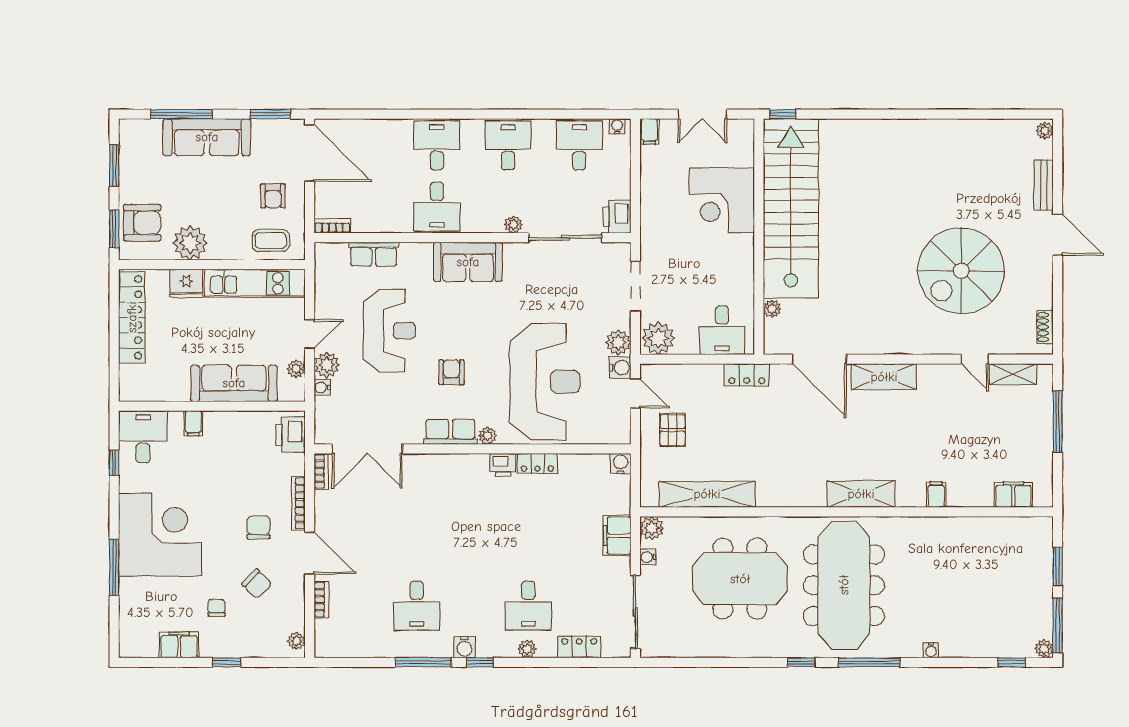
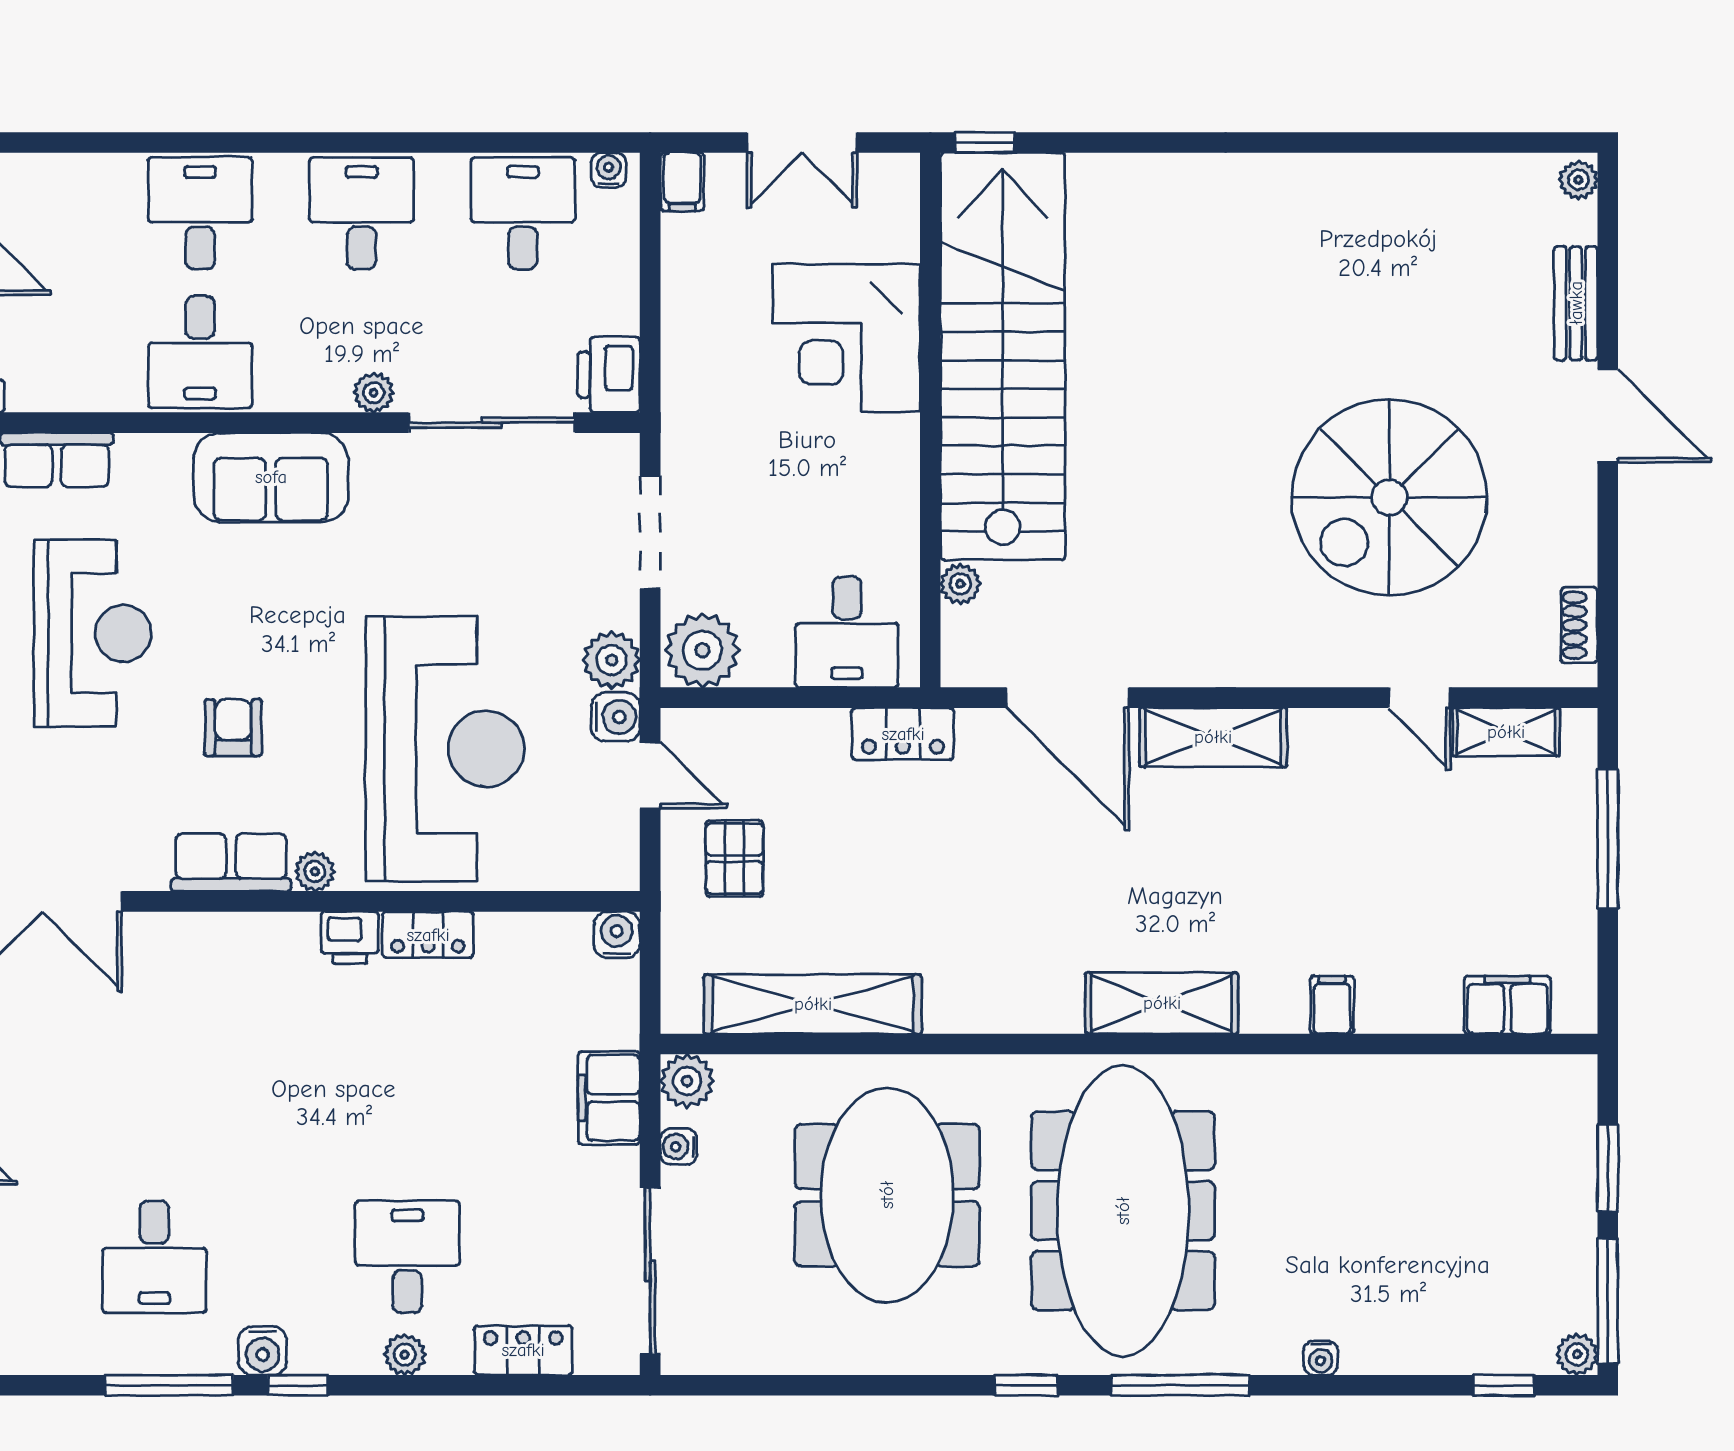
meeting table: (740, 579) -> (887, 1195), turned 90
desk: (528, 606) -> (407, 1257), turned 180

